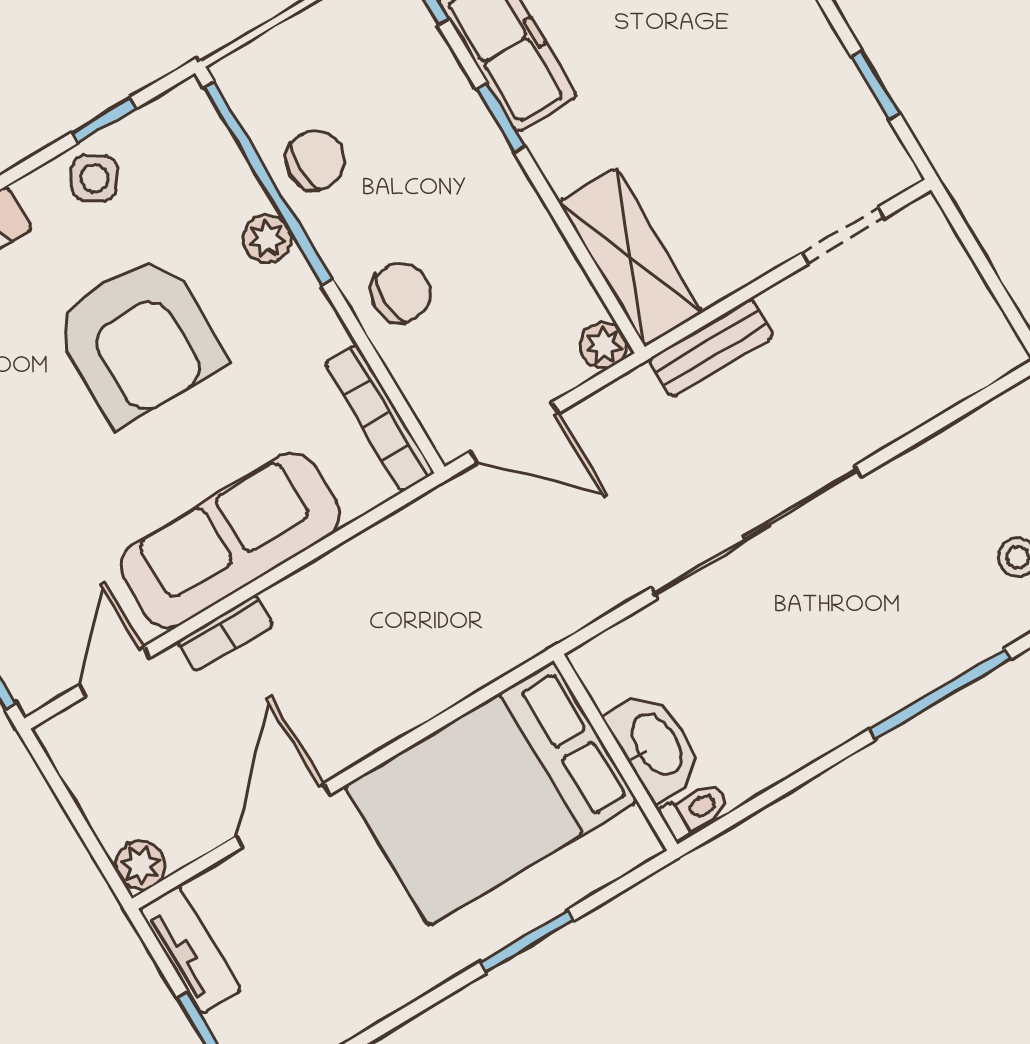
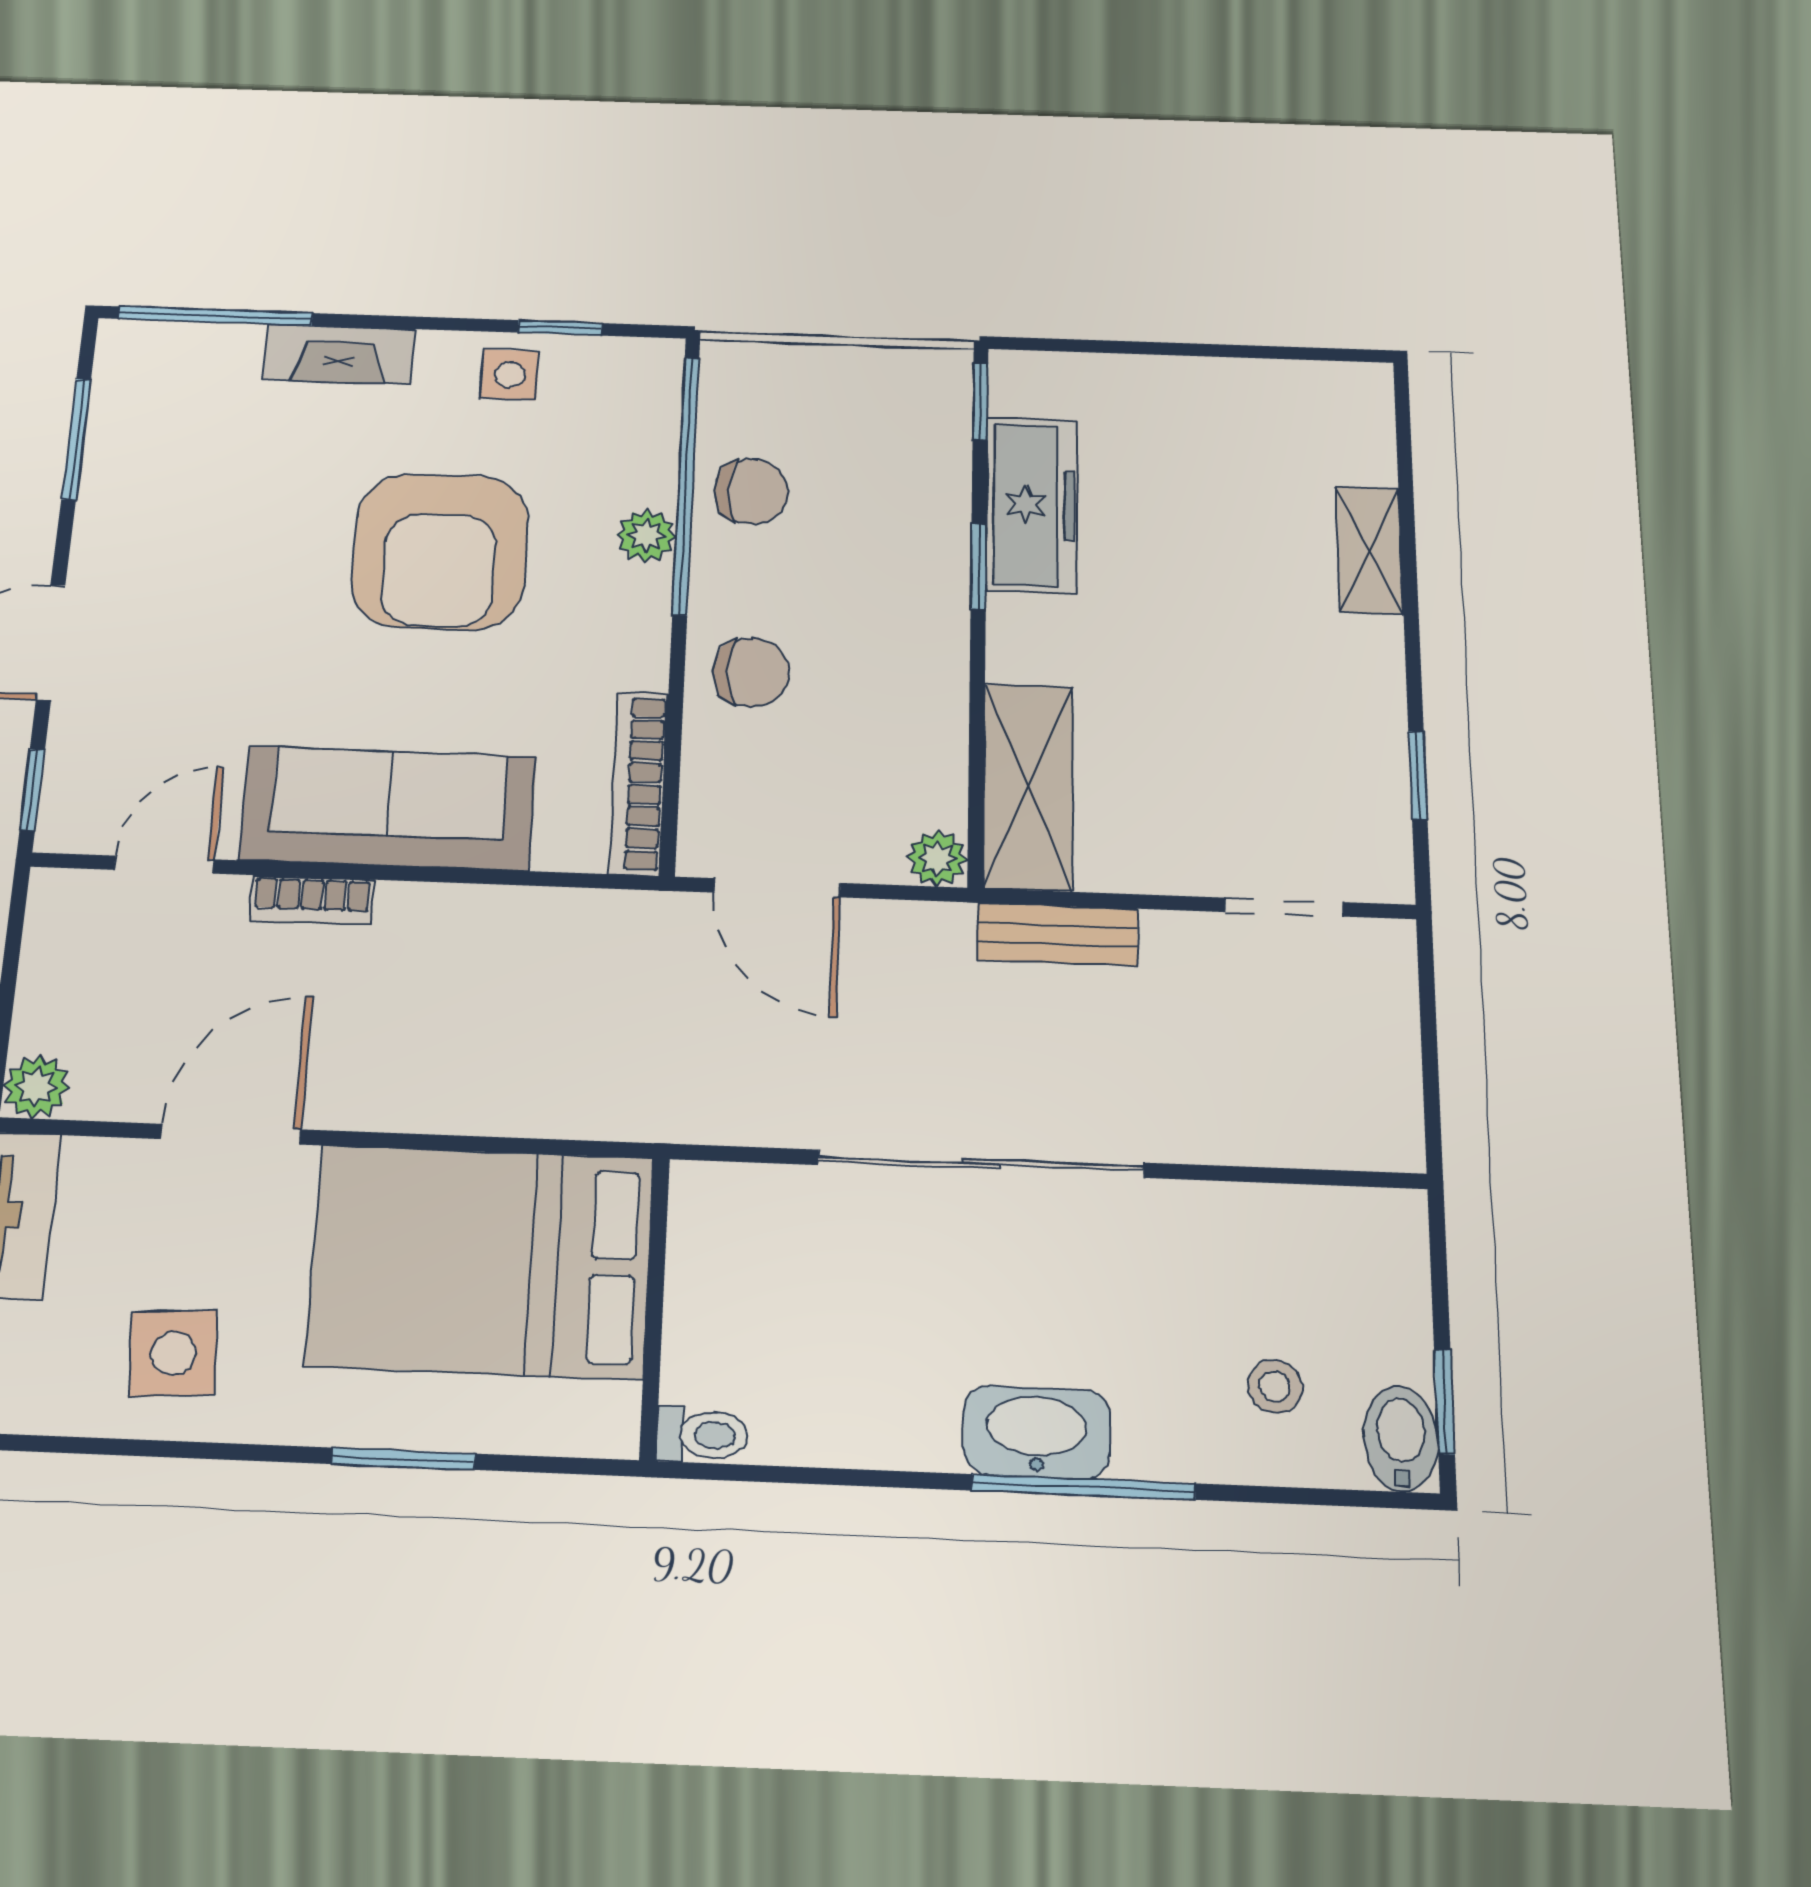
side table: (94, 178) -> (510, 375), turned -33
washbasin: (655, 745) -> (1037, 1432), moved, turned -90
side table: (345, 970) -> (173, 1353), added

